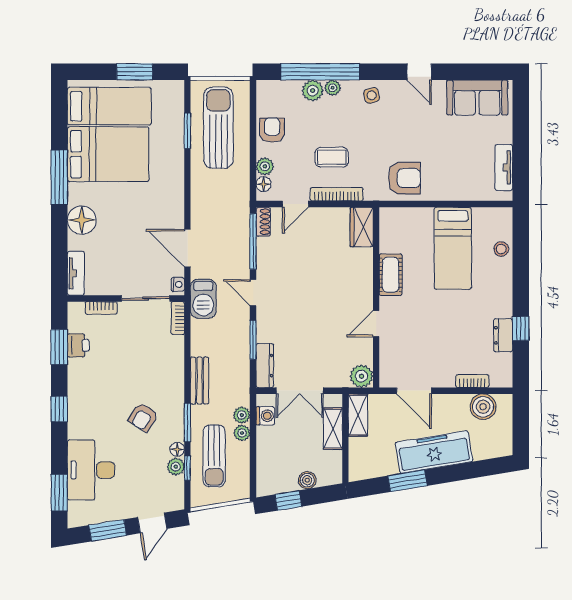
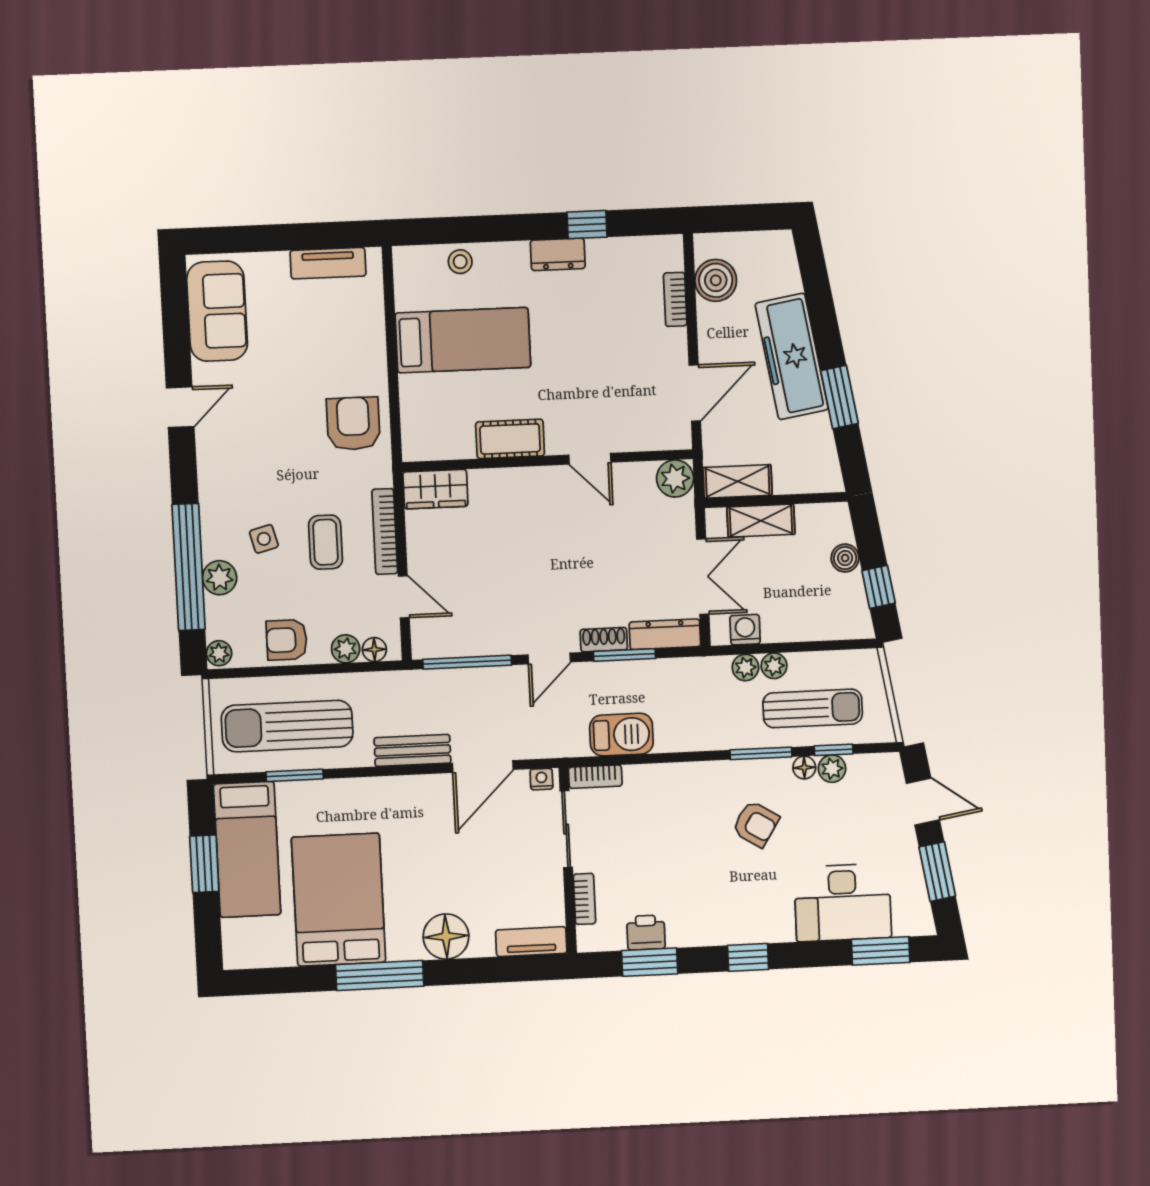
plant: (333, 88) -> (219, 653), moved
side table: (372, 95) -> (264, 539), moved
bed: (109, 106) -> (247, 849), moved, turned 180
shoe rack: (263, 222) -> (604, 640), moved
barbecue: (203, 299) -> (621, 735), moved
dresser: (503, 335) -> (558, 254), moved
bench: (200, 381) -> (412, 750), moved

